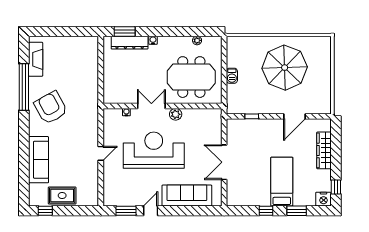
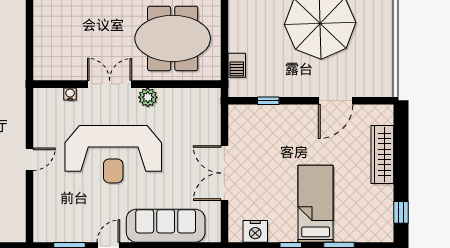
barbecue: (232, 76) -> (237, 65), moved
reception desk: (154, 150) -> (113, 154), turned 180
nightstand: (323, 199) -> (255, 231), moved

